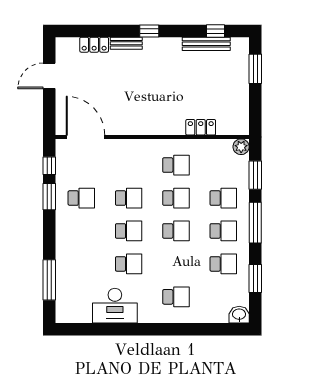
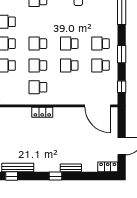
locker: (94, 45) -> (108, 167), moved
locker: (201, 127) -> (42, 112), moved
window: (49, 197) -> (122, 54), moved
school desk: (129, 264) -> (101, 44), moved

